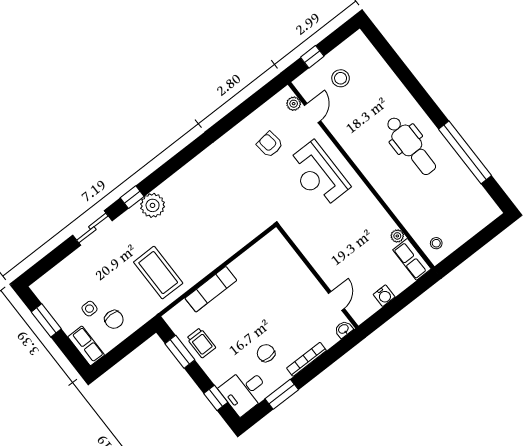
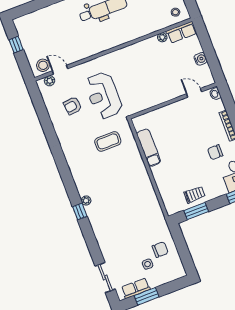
window: (312, 57) -> (16, 45), moved
stool: (341, 78) -> (43, 65), moved
reception desk: (318, 175) -> (103, 96), moved, turned 90
plant: (153, 205) -> (86, 201), width x0.53, depth x0.53
sliding door: (92, 228) -> (105, 278), moved
coffee table: (158, 273) -> (108, 141), moved, width x0.73, depth x0.76
exam couch: (211, 289) -> (149, 148), moved
row of seats: (86, 346) -> (136, 288), moved

